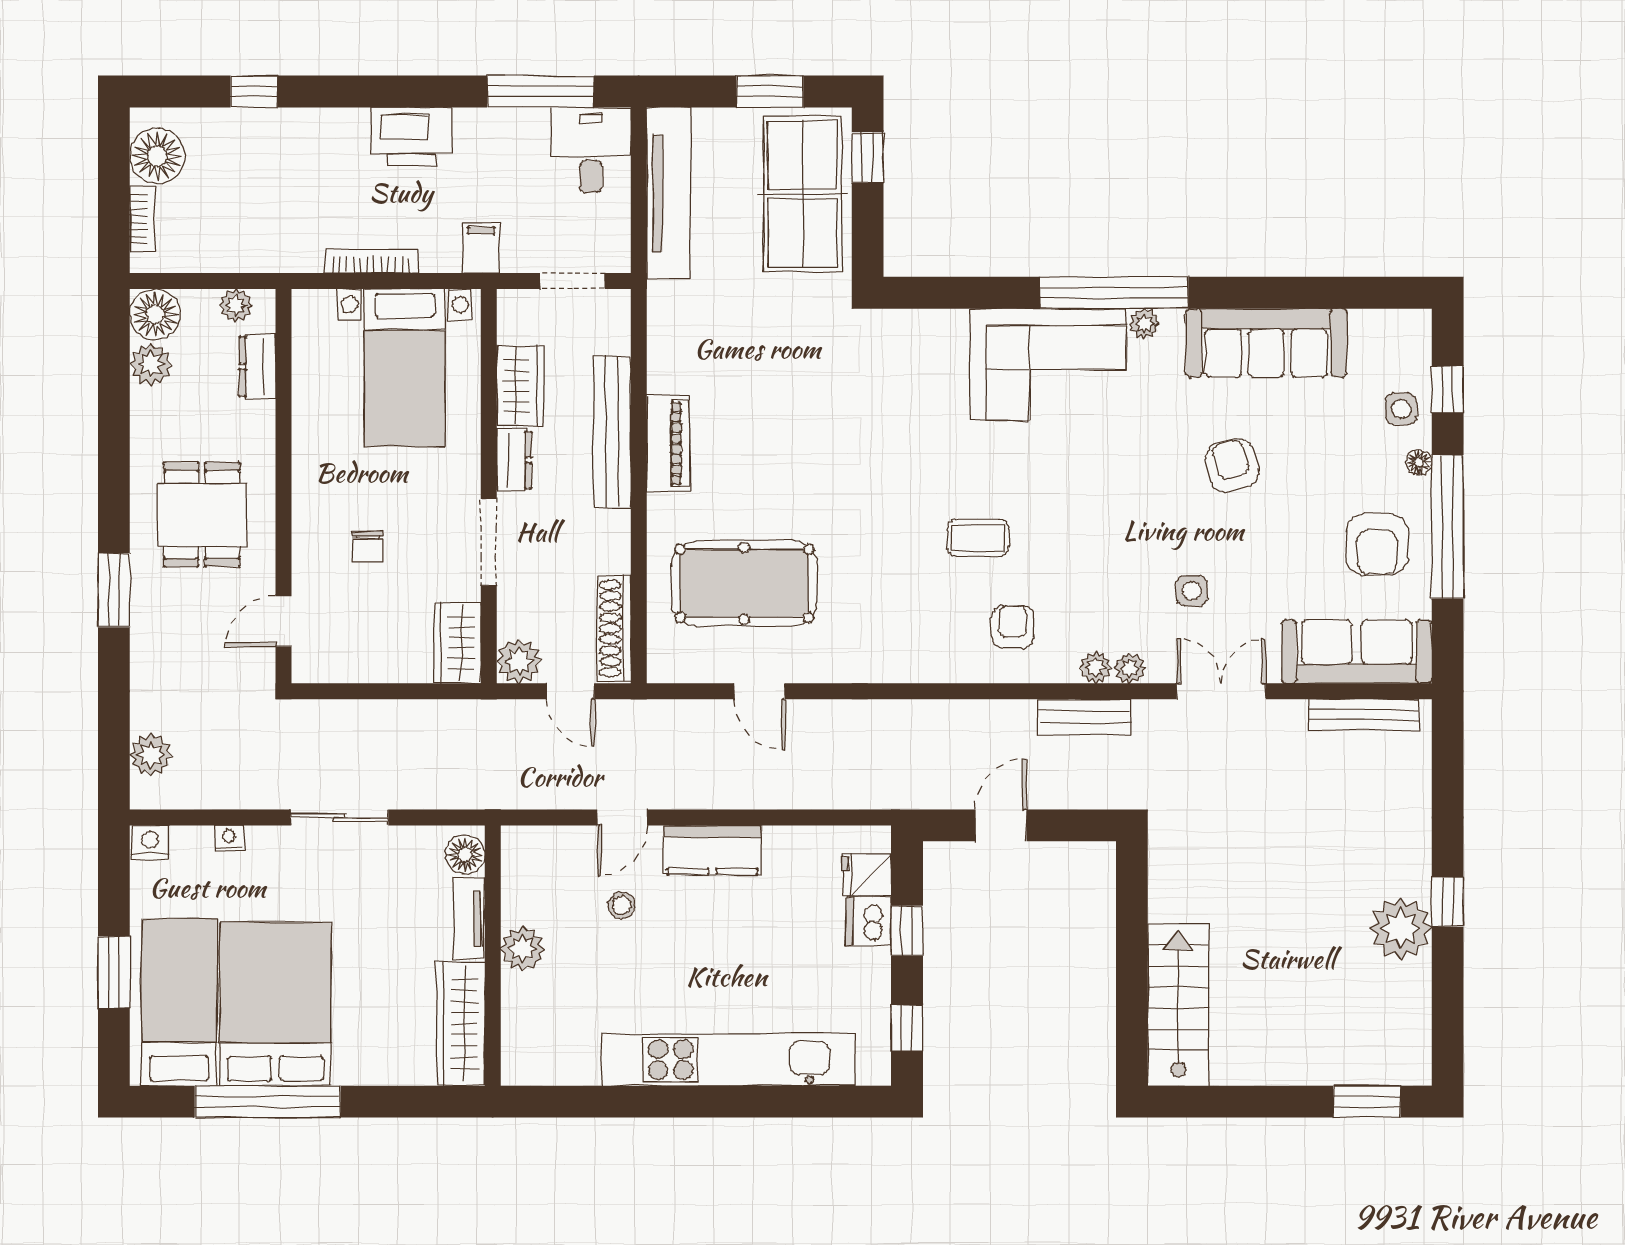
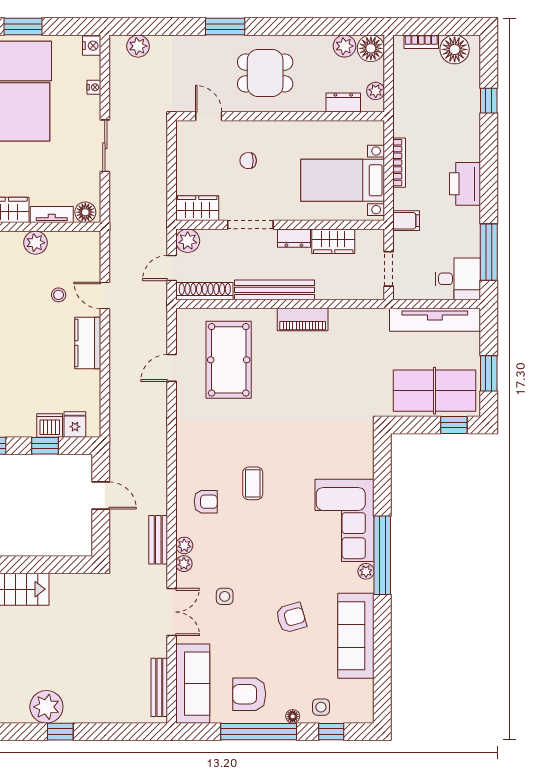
bench: (612, 432) -> (275, 290), moved

